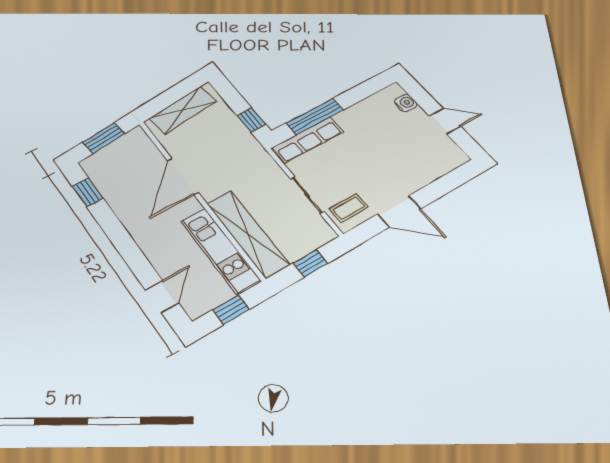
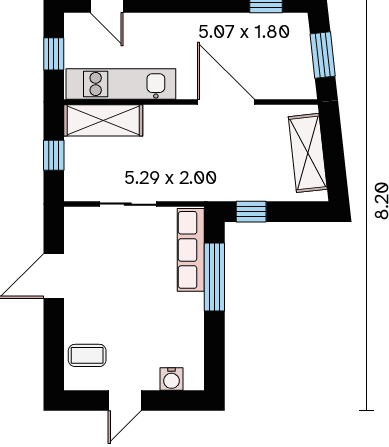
coffee table: (349, 208) -> (87, 355), moved, turned 90
shelving: (248, 234) -> (103, 120), width x0.68

